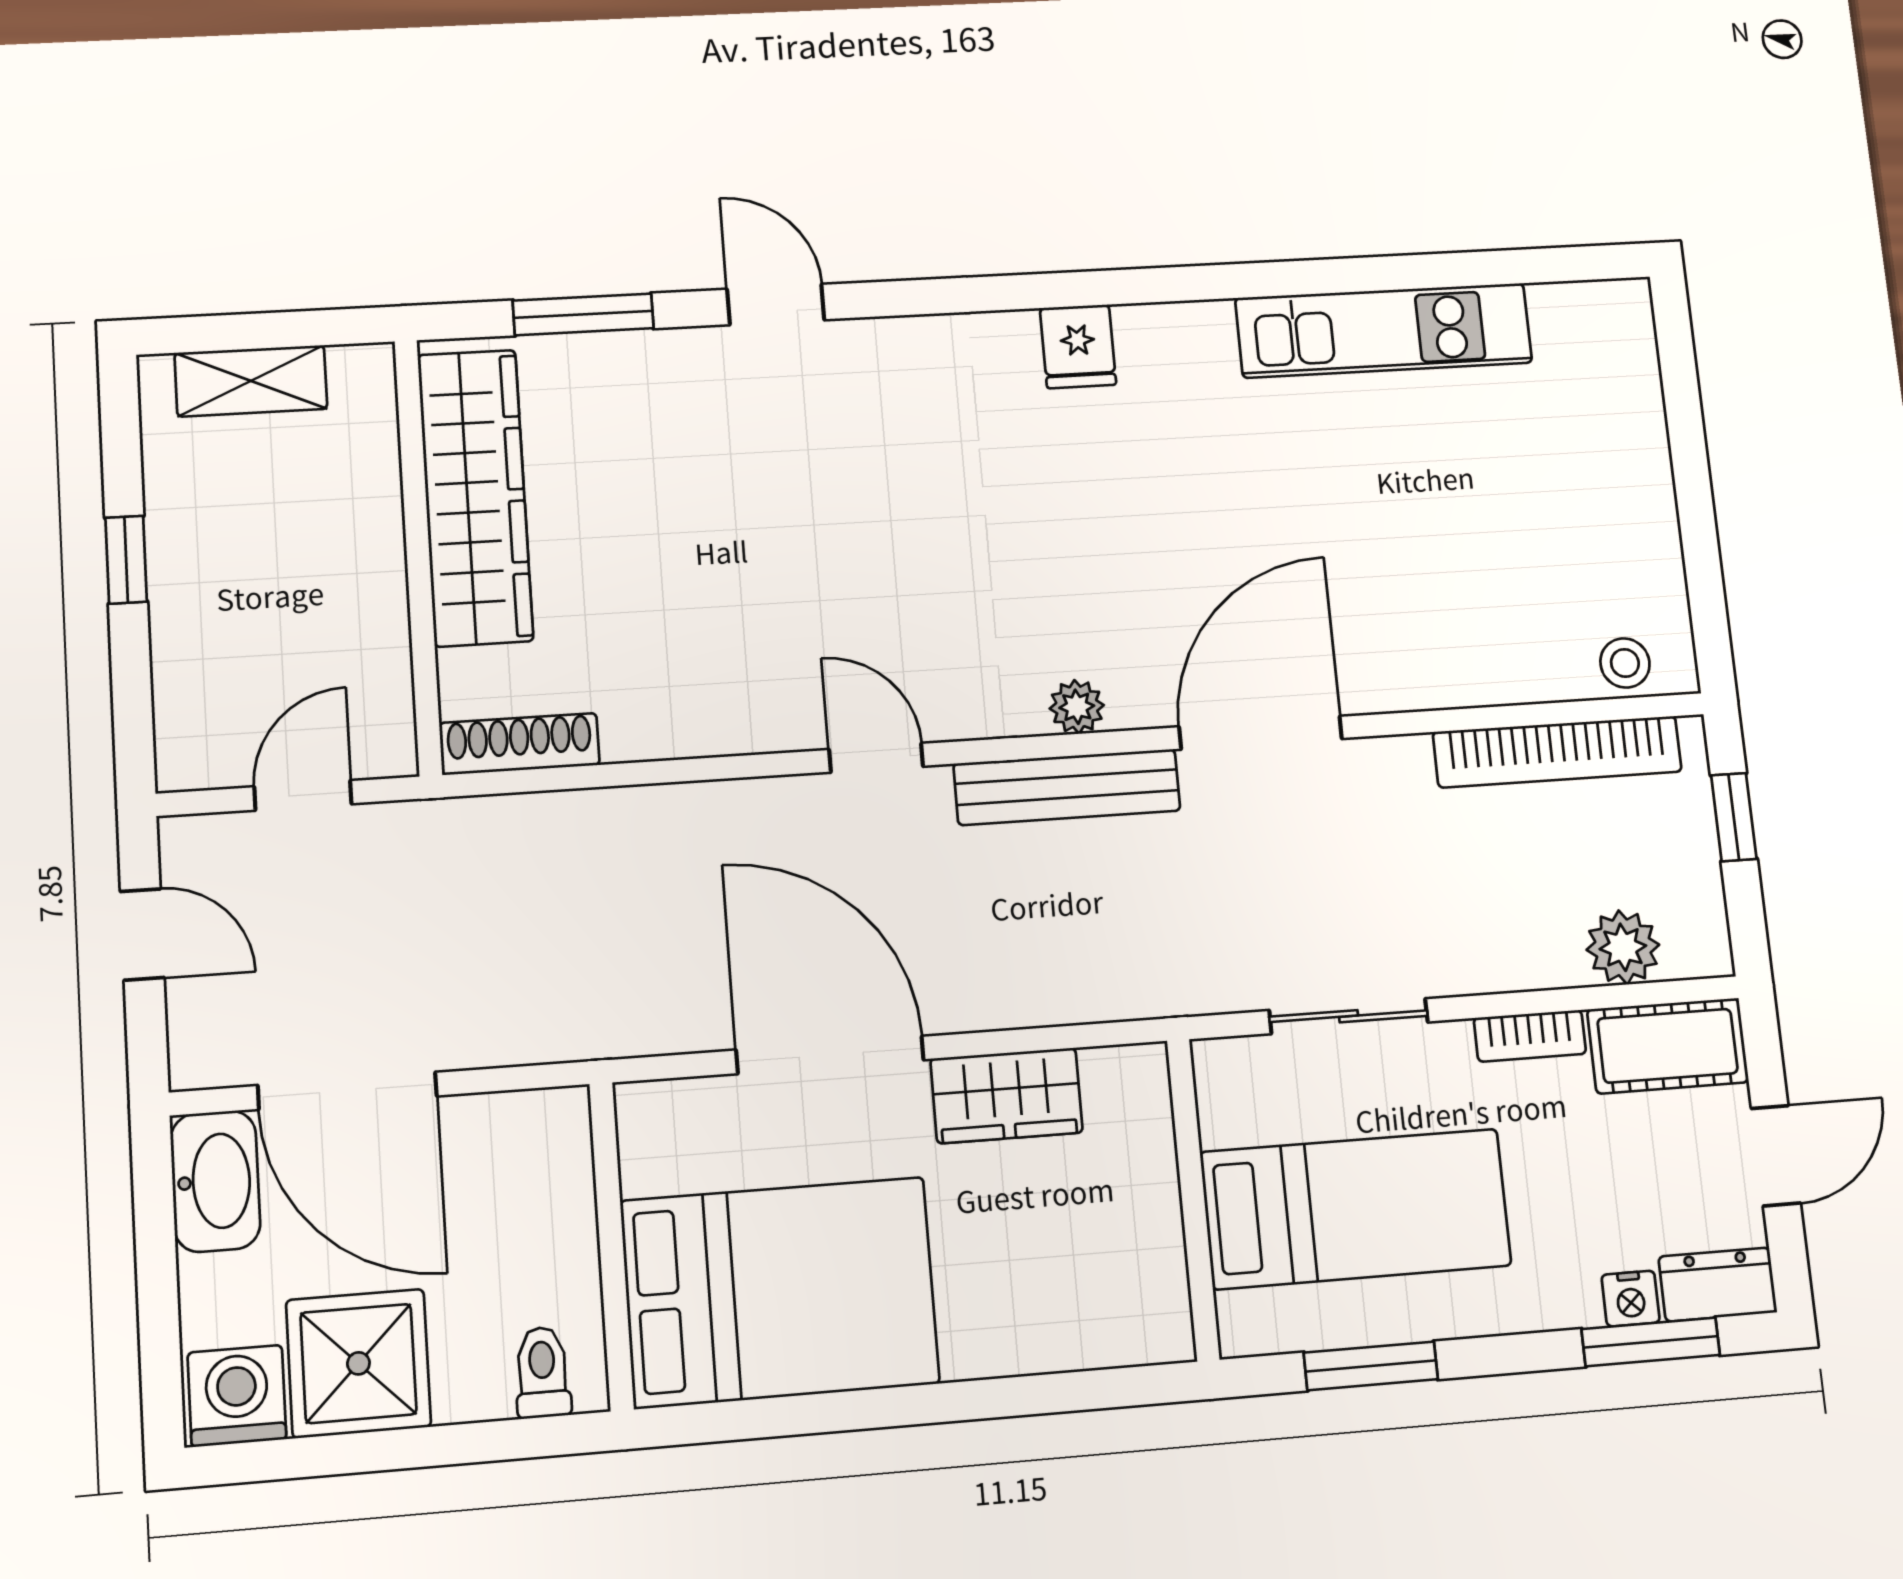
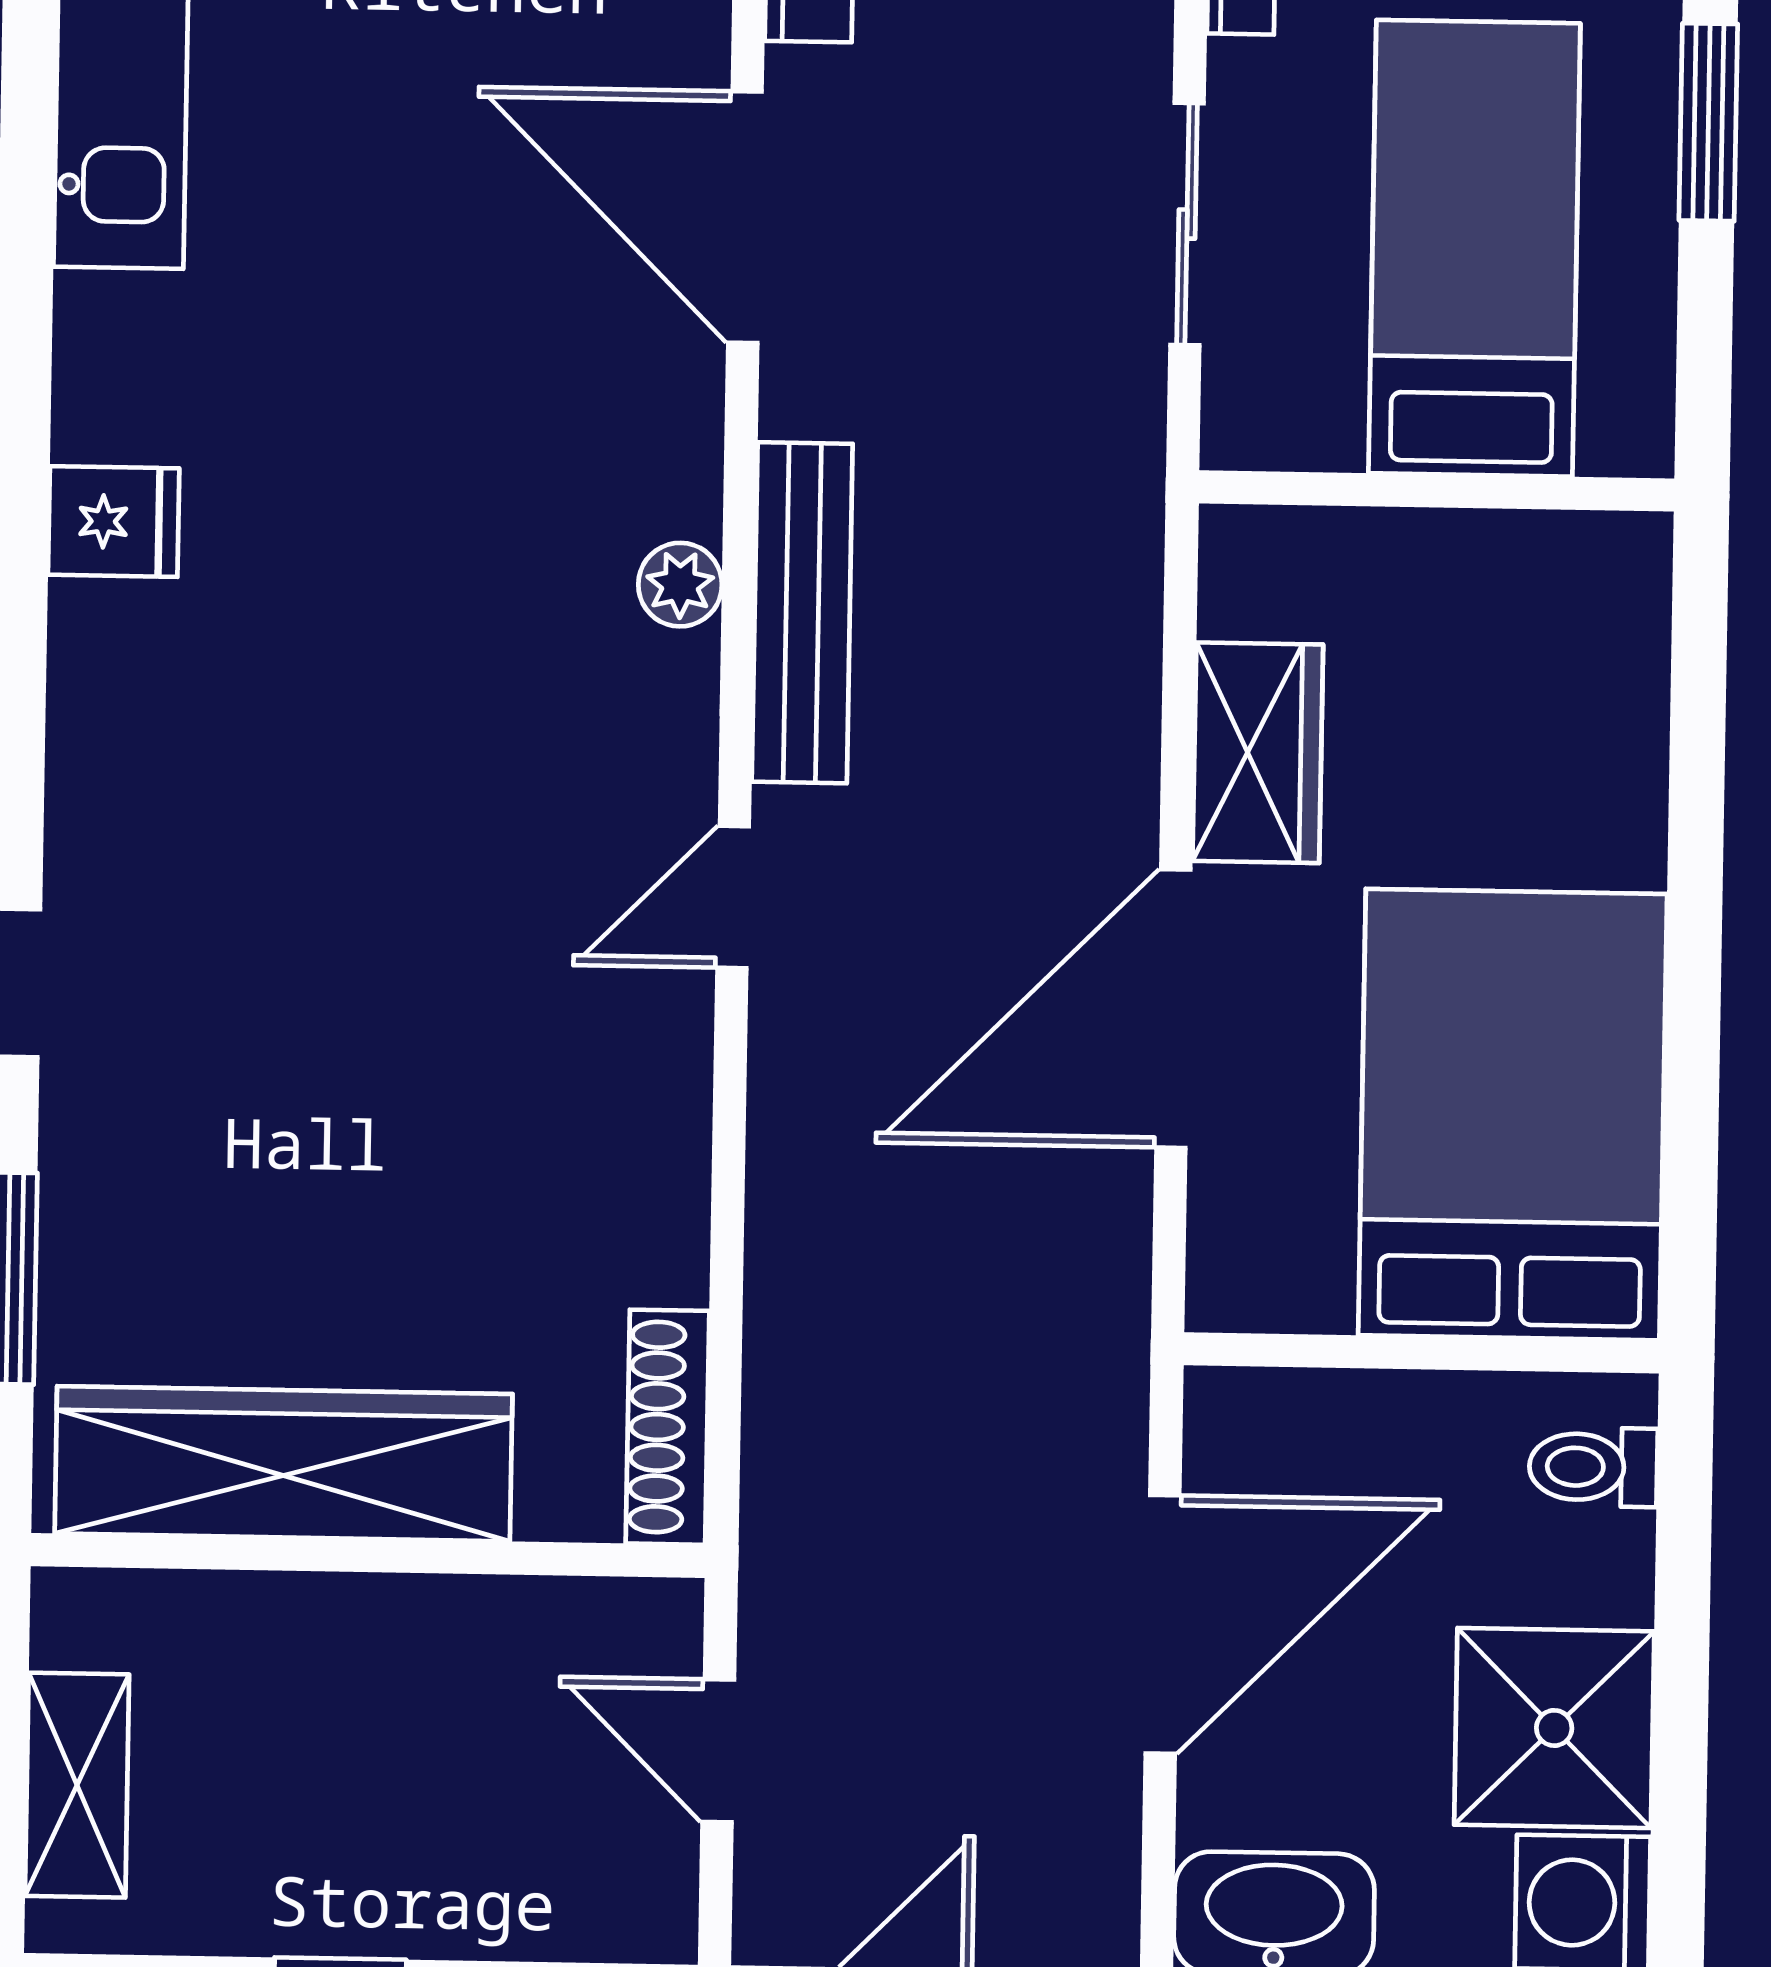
door: (1261, 733) -> (745, 217), moved
door: (347, 1091) -> (1163, 1624), moved
window: (1371, 1366) -> (1708, 122), moved

